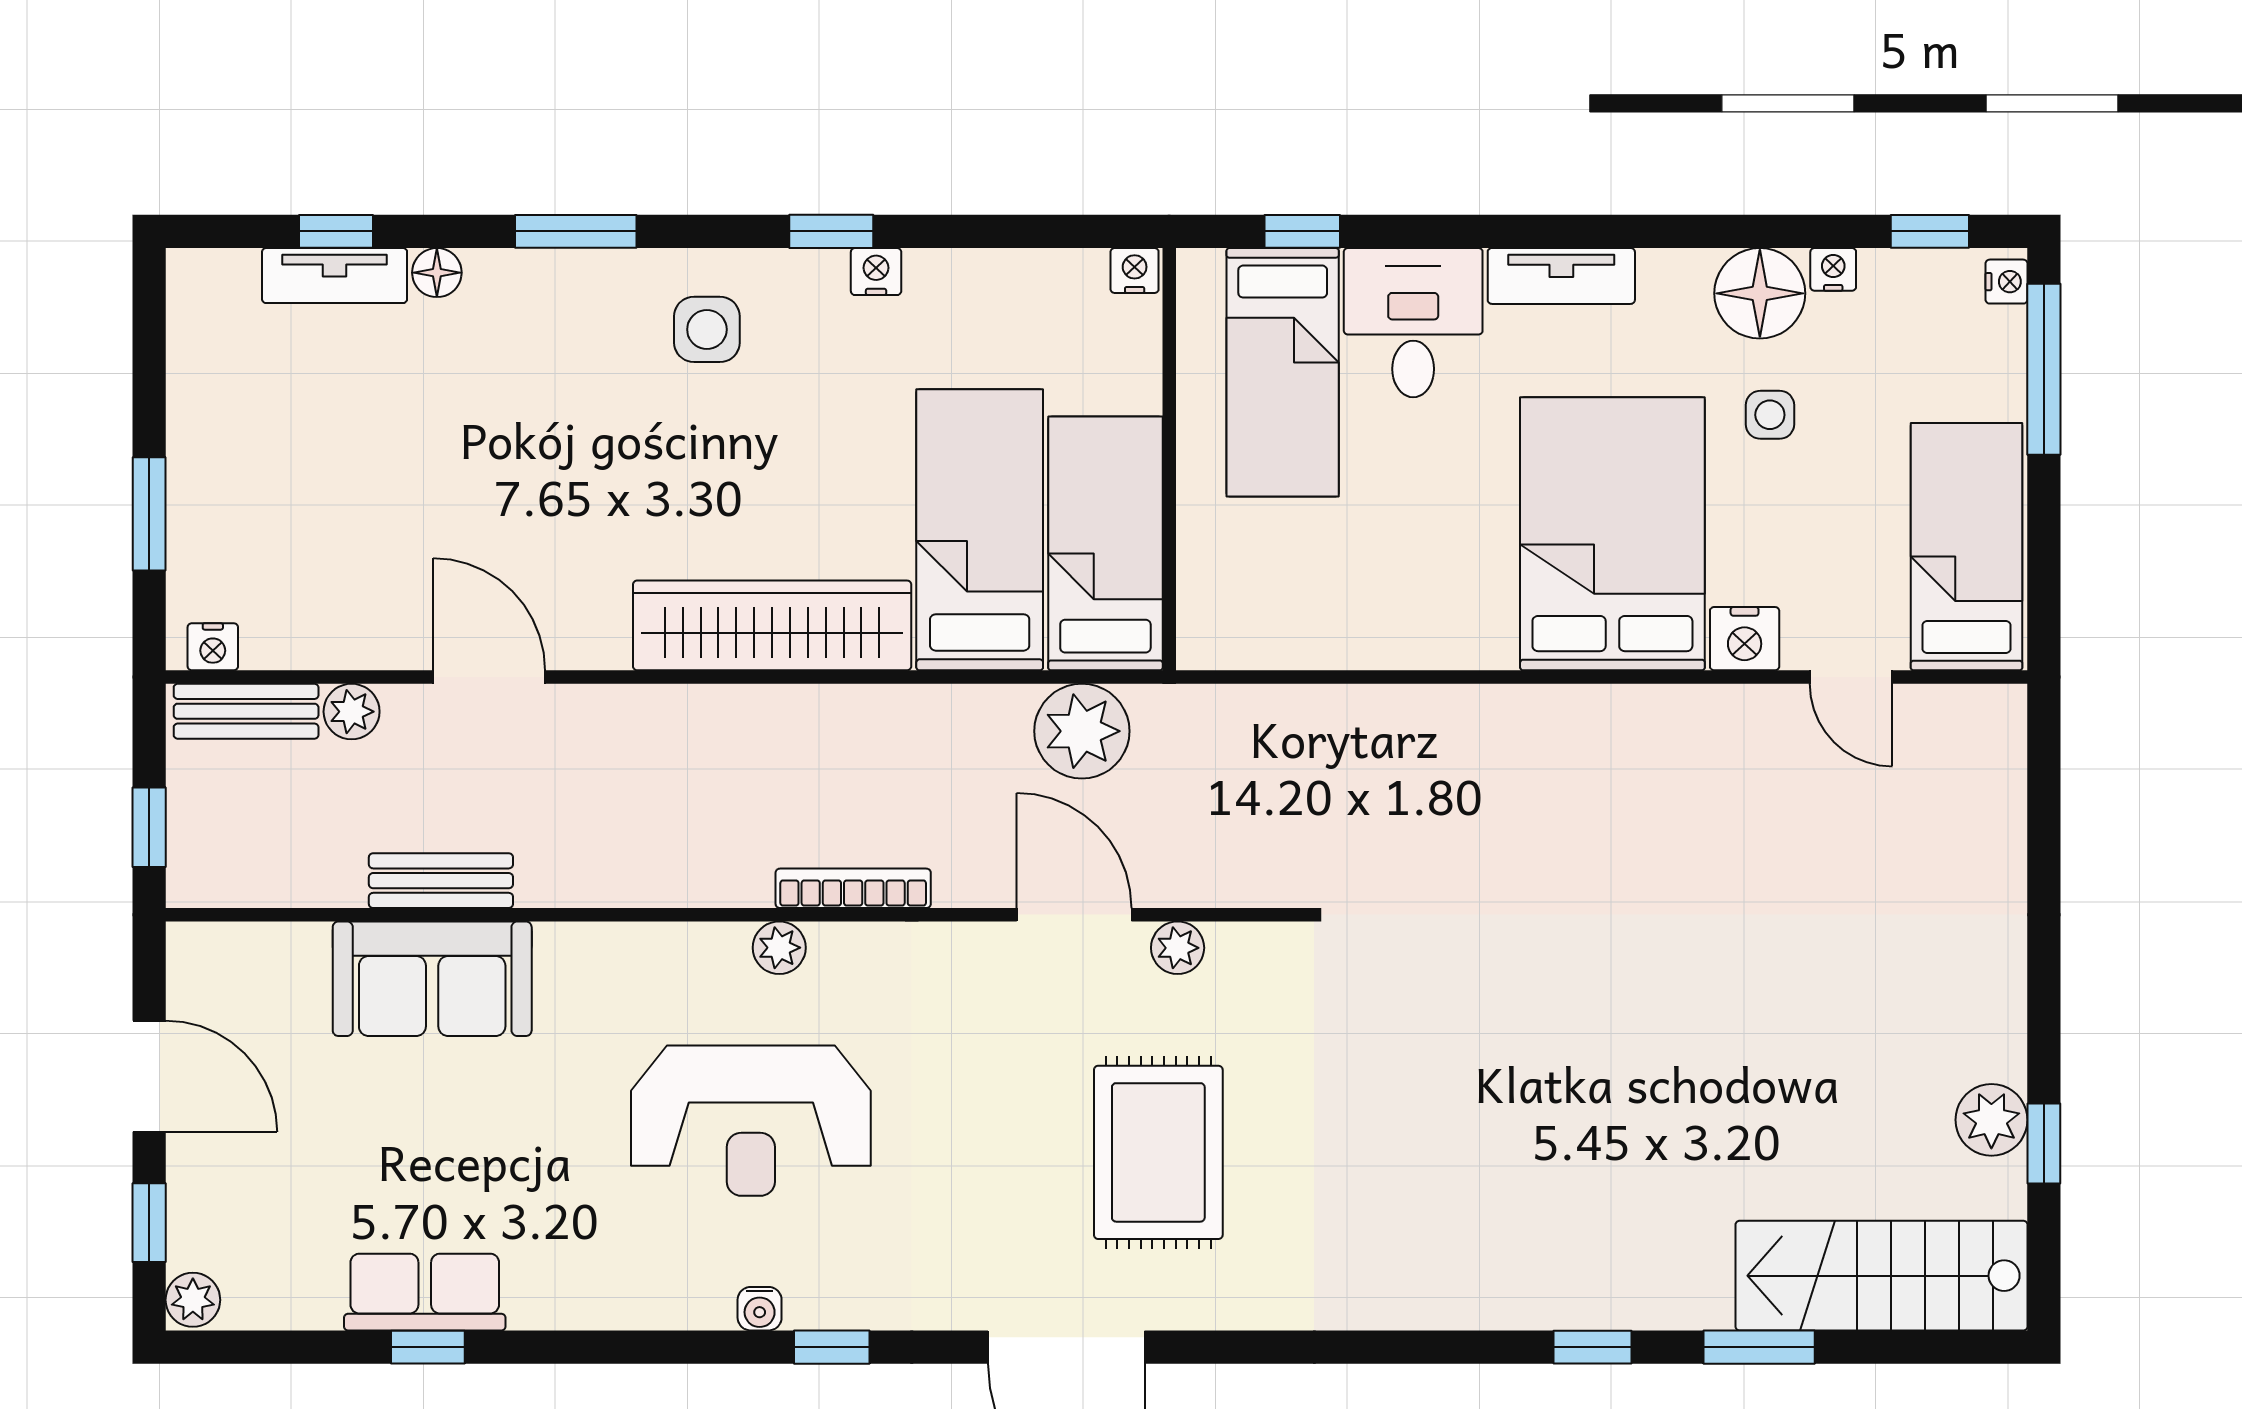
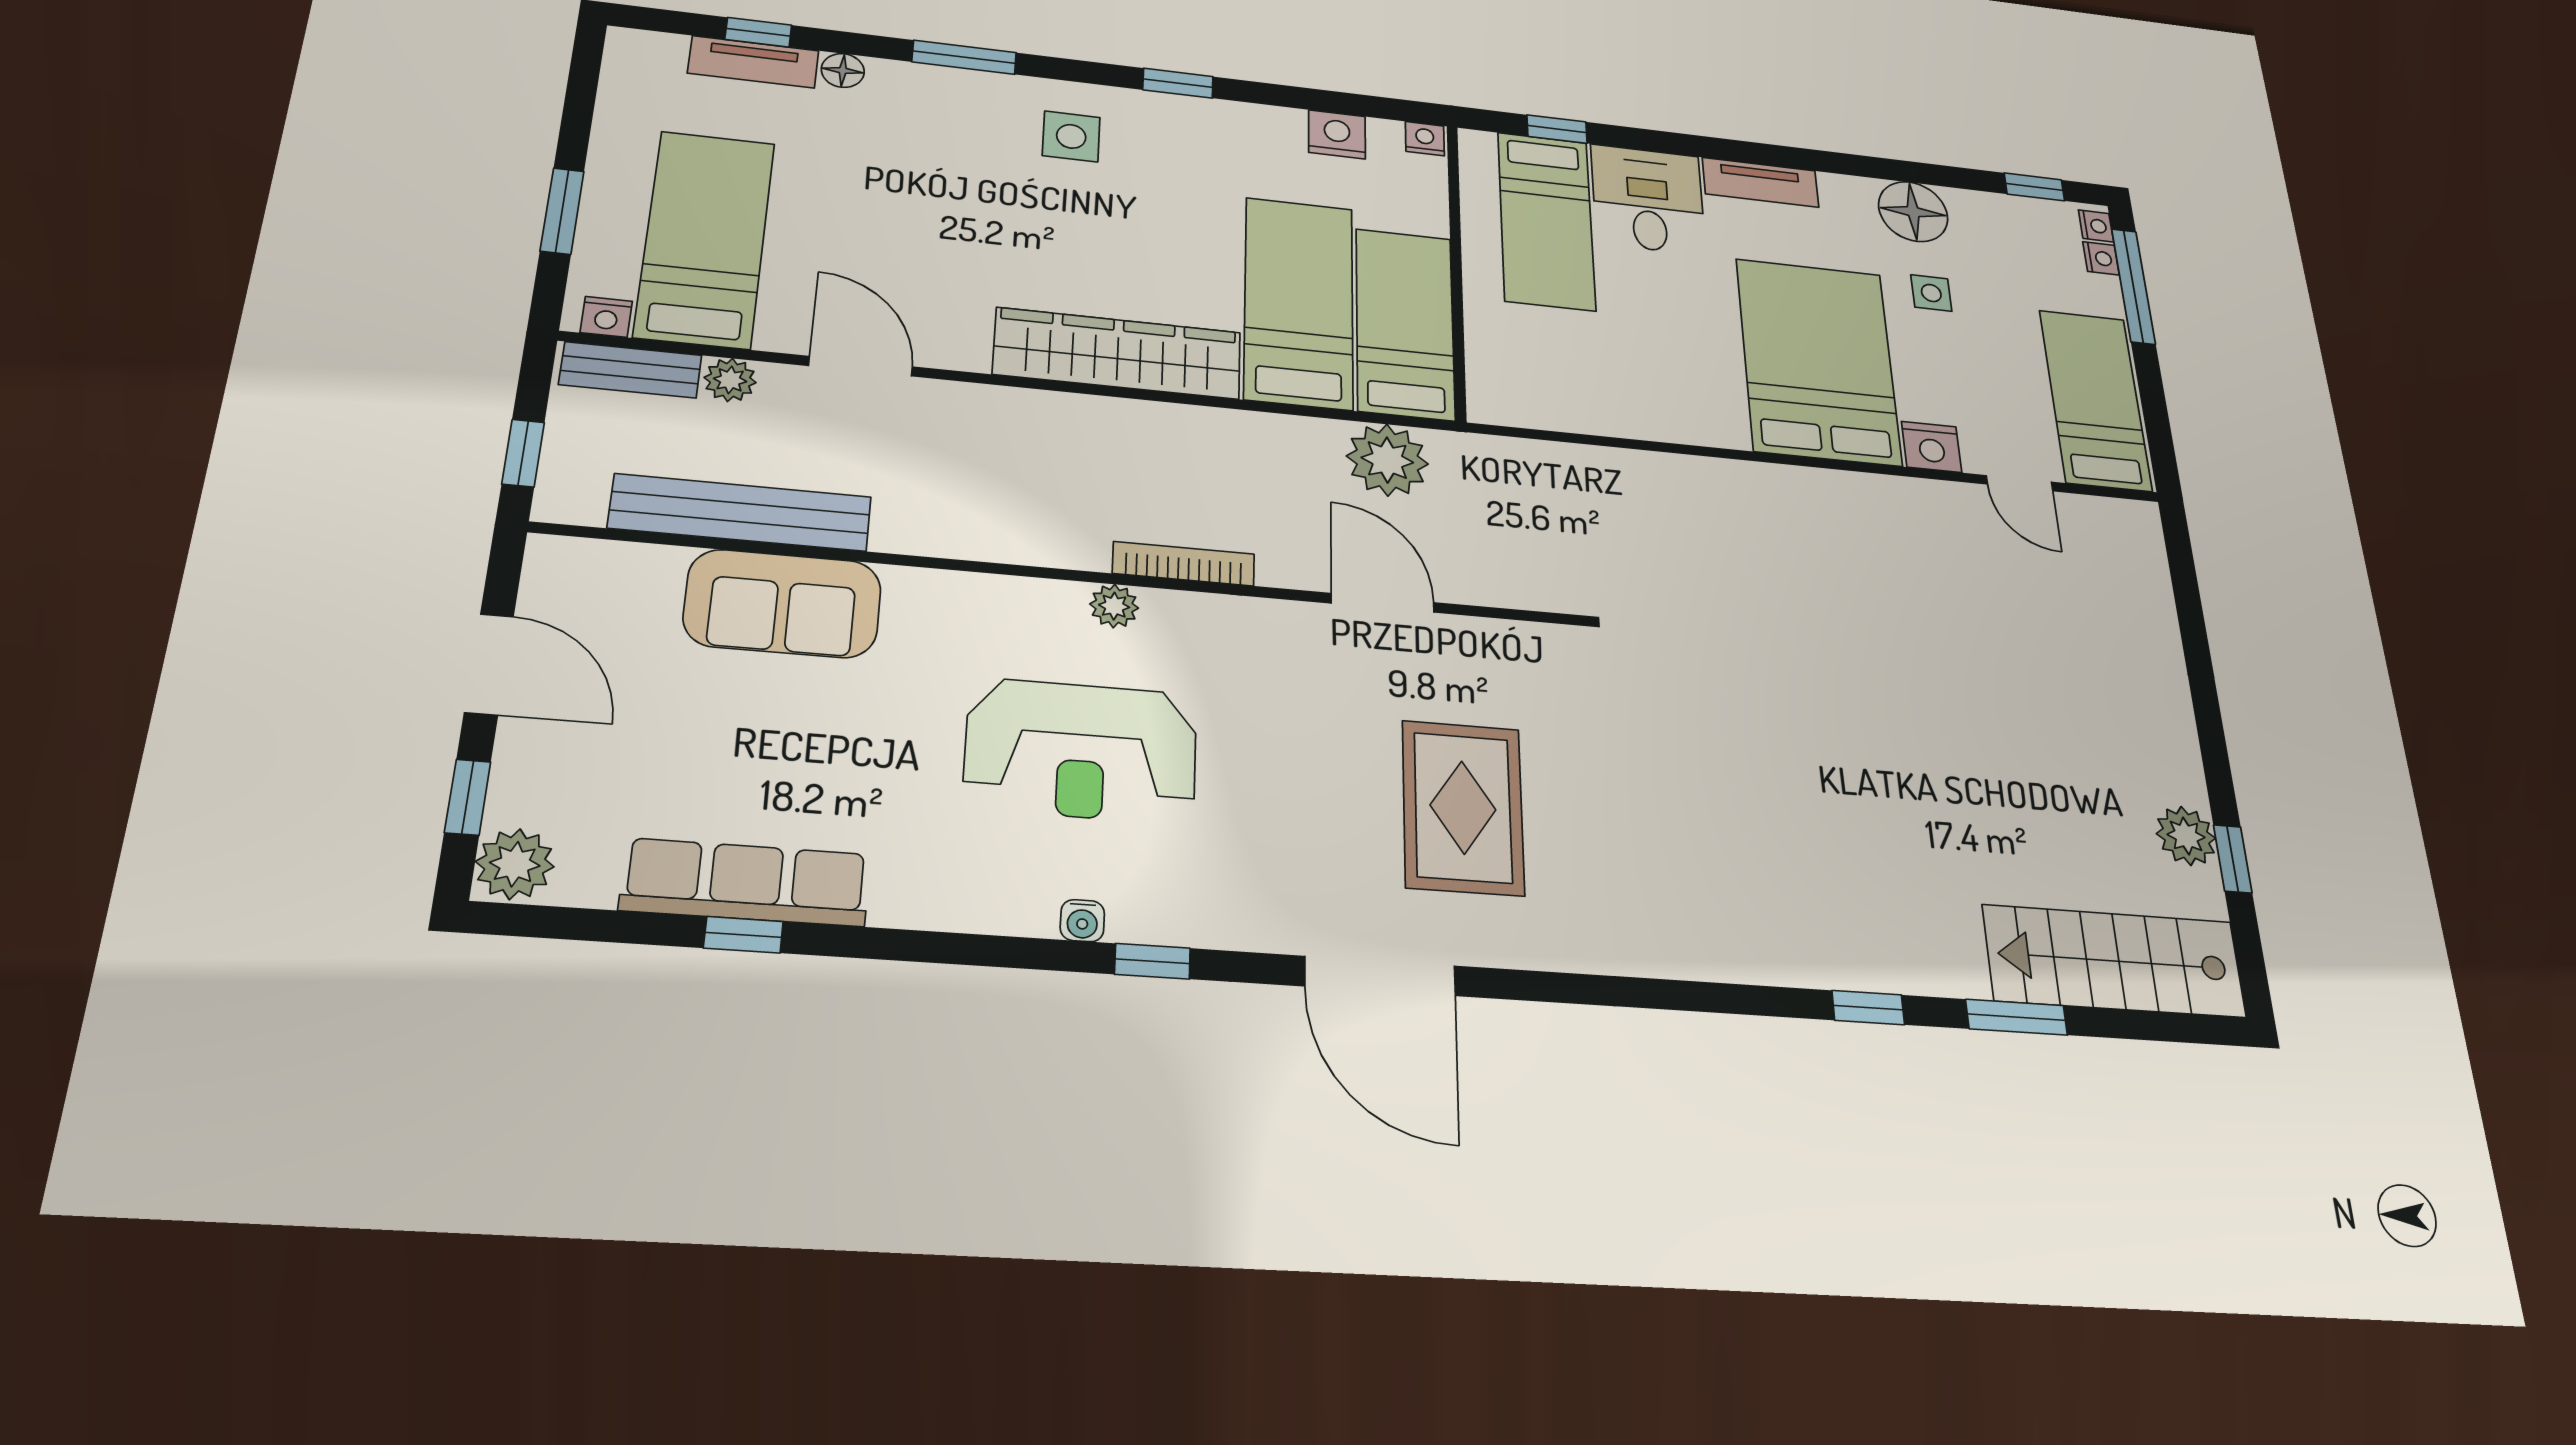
nightstand: (1833, 269) -> (2101, 258), moved, turned 90
nightstand: (876, 272) -> (1337, 134), moved, width x1.39, depth x1.35
bed: (306, 530) -> (705, 239), added
bench: (441, 881) -> (741, 512), width x1.86, depth x1.21
plant: (1178, 948) -> (1475, 638), removed
row of seats: (425, 1292) -> (746, 882), width x1.48
plant: (193, 1300) -> (515, 864), width x1.38, depth x1.38

